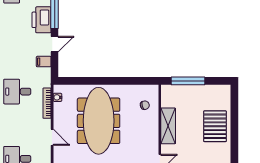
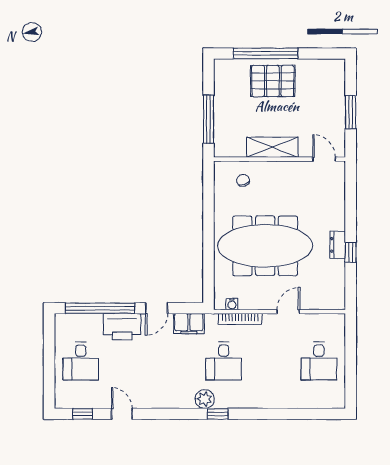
door: (55, 44) -> (156, 308), swing flipped
filing cabinet: (44, 62) -> (189, 324), width x2.00
window: (234, 121) -> (266, 54), added

